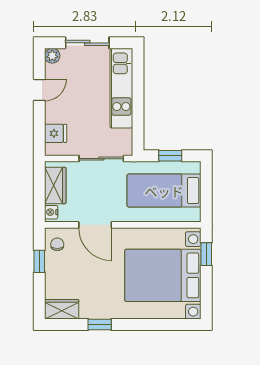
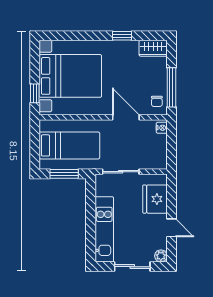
door: (39, 90) -> (171, 228), swing flipped
fridge: (56, 133) -> (155, 199), width x1.88, depth x1.34
window: (170, 156) -> (64, 174), width x1.50
wardrobe: (55, 186) -> (158, 150), removed
window: (39, 261) -> (171, 87), width x2.17

